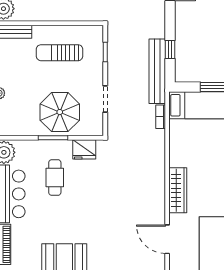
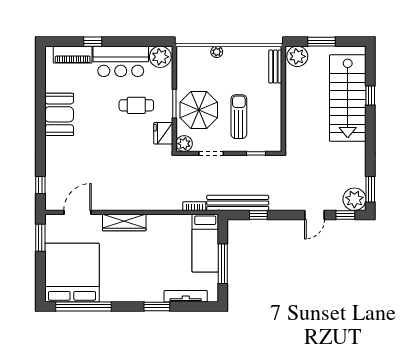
sun lounger: (60, 53) -> (239, 117), moved
plant: (95, 127) -> (184, 144), added

